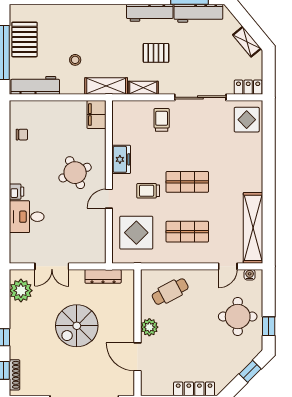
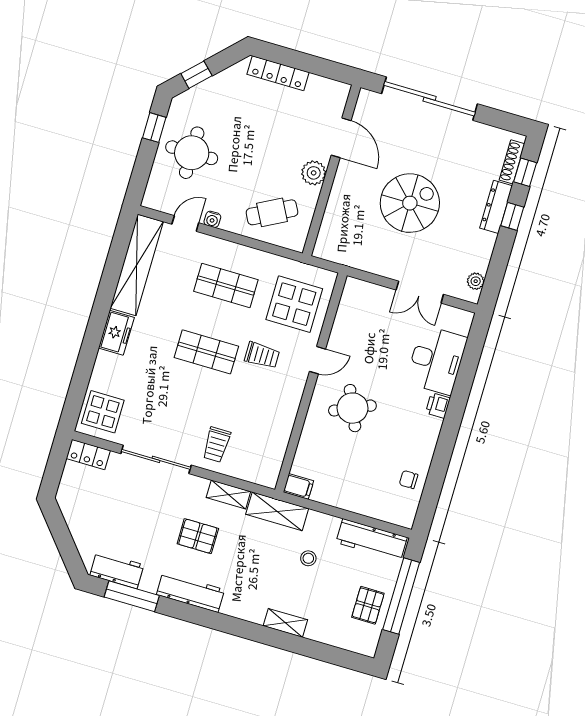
workbench: (198, 13) -> (117, 570), width x0.73
pallet: (24, 39) -> (368, 605), width x0.67, depth x0.71
shelving: (247, 42) -> (285, 623), moved, turned -50
filing cabinet: (96, 115) -> (298, 486), width x0.50
freezer: (121, 159) -> (116, 333), moved, turned 180
desk: (27, 217) -> (436, 360), width x1.37
double door: (52, 266) -> (420, 292), swing flipped
water cooler: (250, 275) -> (212, 219), moved
dresser: (103, 276) -> (496, 207), moved, turned -90
plant: (21, 291) -> (476, 281), width x0.53, depth x0.53

